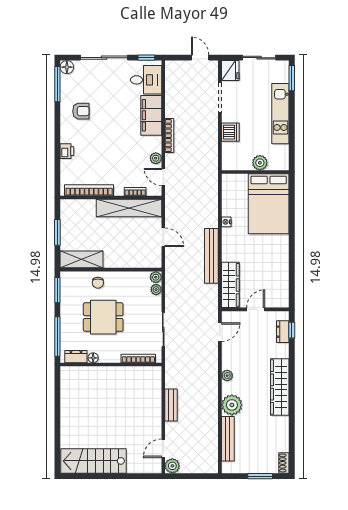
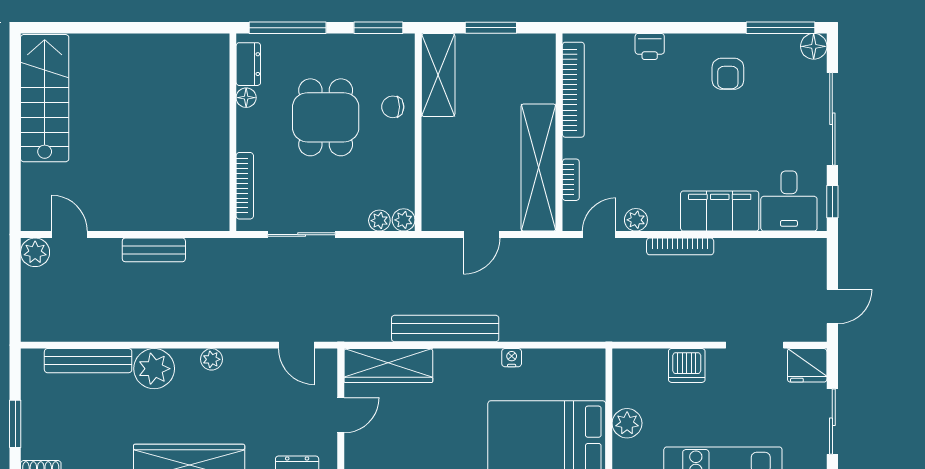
door: (256, 309) -> (341, 415), hinge flipped

